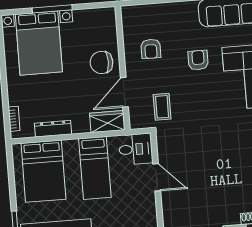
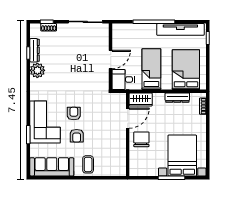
armchair: (151, 49) -> (74, 114), moved
chair: (102, 62) -> (141, 139), turned -90
coffee table: (162, 107) -> (88, 164), moved
door: (157, 177) -> (111, 60), swing flipped

